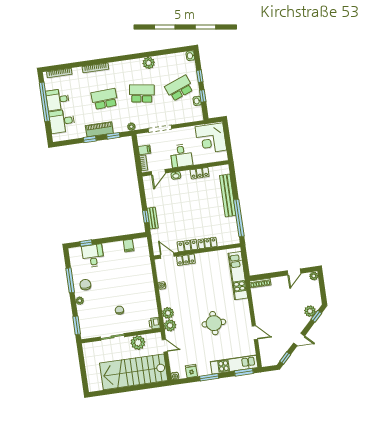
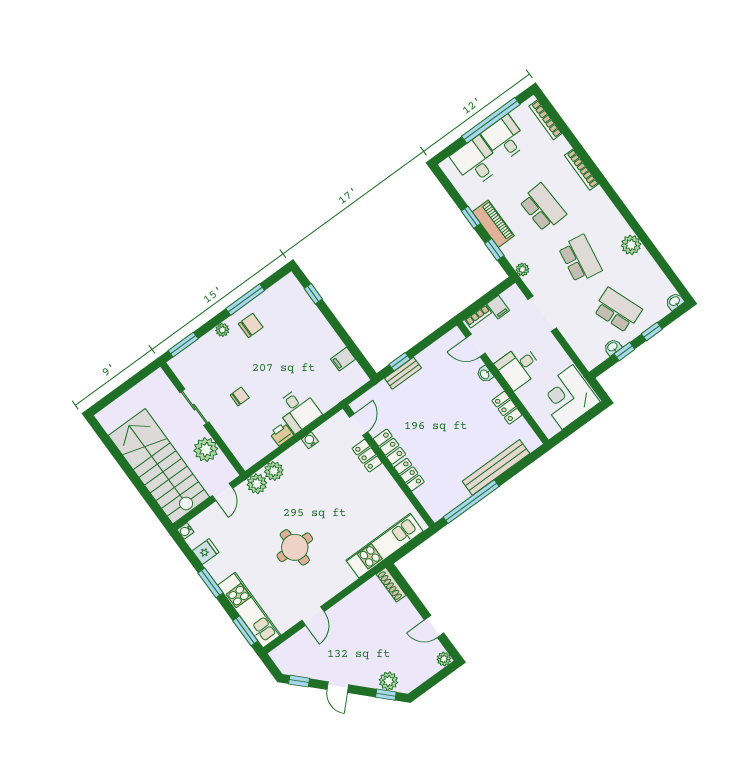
desk: (93, 256) -> (298, 410), moved, turned 90
printer: (154, 323) -> (282, 434), moved

